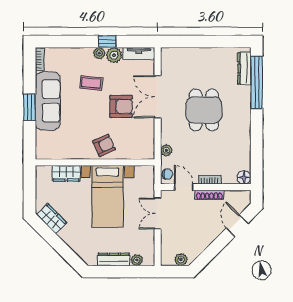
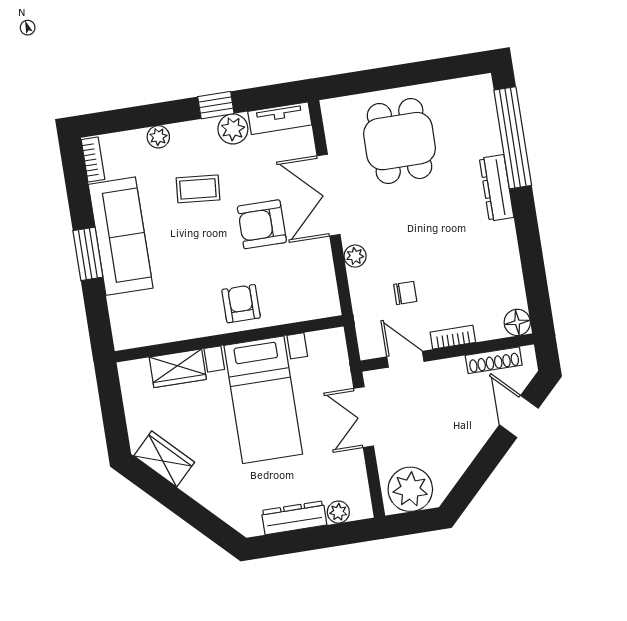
plant: (99, 53) -> (158, 137), moved
dresser: (244, 68) -> (497, 188), moved
armchair: (121, 106) -> (262, 224), turned 180
dining table: (204, 110) -> (400, 141), moved
armchair: (104, 145) -> (241, 304), turned -66
plant: (166, 150) -> (355, 256), moved
chair: (167, 174) -> (405, 293), moved
shoe rack: (209, 195) -> (494, 360), moved
plant: (181, 260) -> (410, 489), width x1.88, depth x1.88

